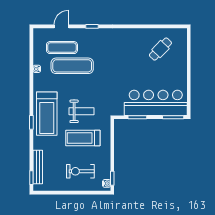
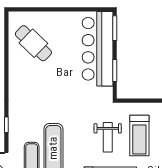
cafe table: (160, 49) -> (33, 43), width x1.37, depth x1.35
weight bench: (81, 111) -> (108, 137), turned 180

